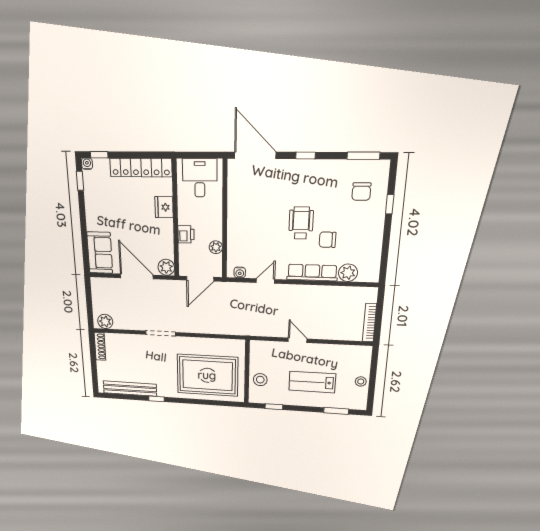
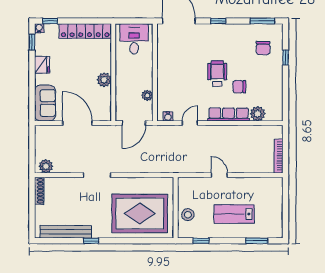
fridge: (164, 207) -> (42, 65), moved, turned 180
printer: (186, 234) -> (122, 85), removed
plant: (166, 267) -> (104, 80), moved
stool: (361, 381) -> (276, 211), removed

